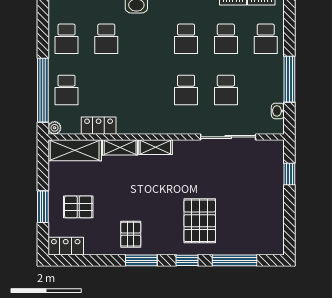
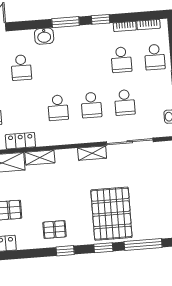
school desk: (186, 39) -> (58, 108), moved
shelving: (155, 147) -> (92, 153), moved
pallet: (200, 221) -> (111, 214), width x1.37, depth x1.41
pallet: (131, 234) -> (55, 230), turned 90
window: (141, 260) -> (65, 251), width x0.67

